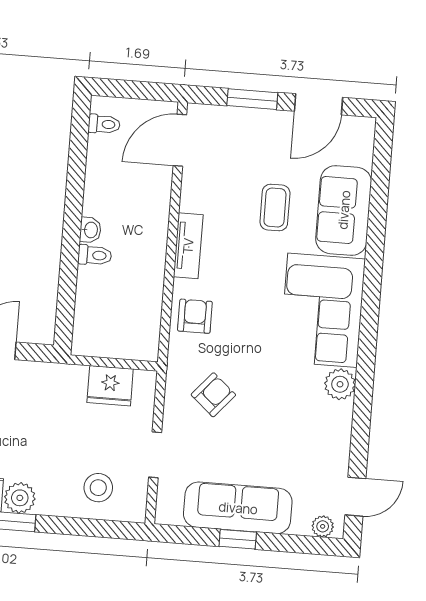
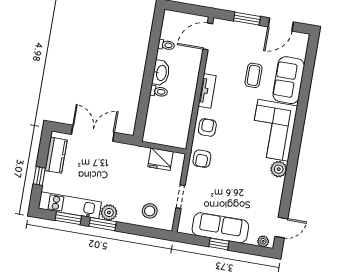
toilet: (104, 124) -> (166, 45), moved
washbasin: (90, 230) -> (161, 73), width x1.91, depth x1.45
armchair: (213, 395) -> (202, 159), moved, turned 139

